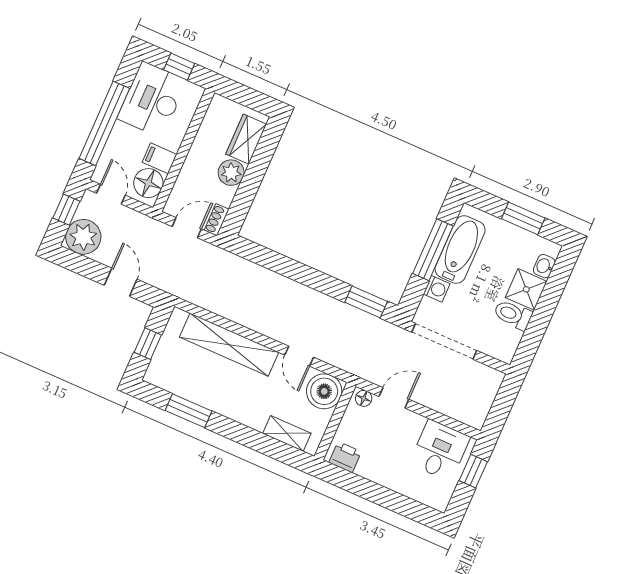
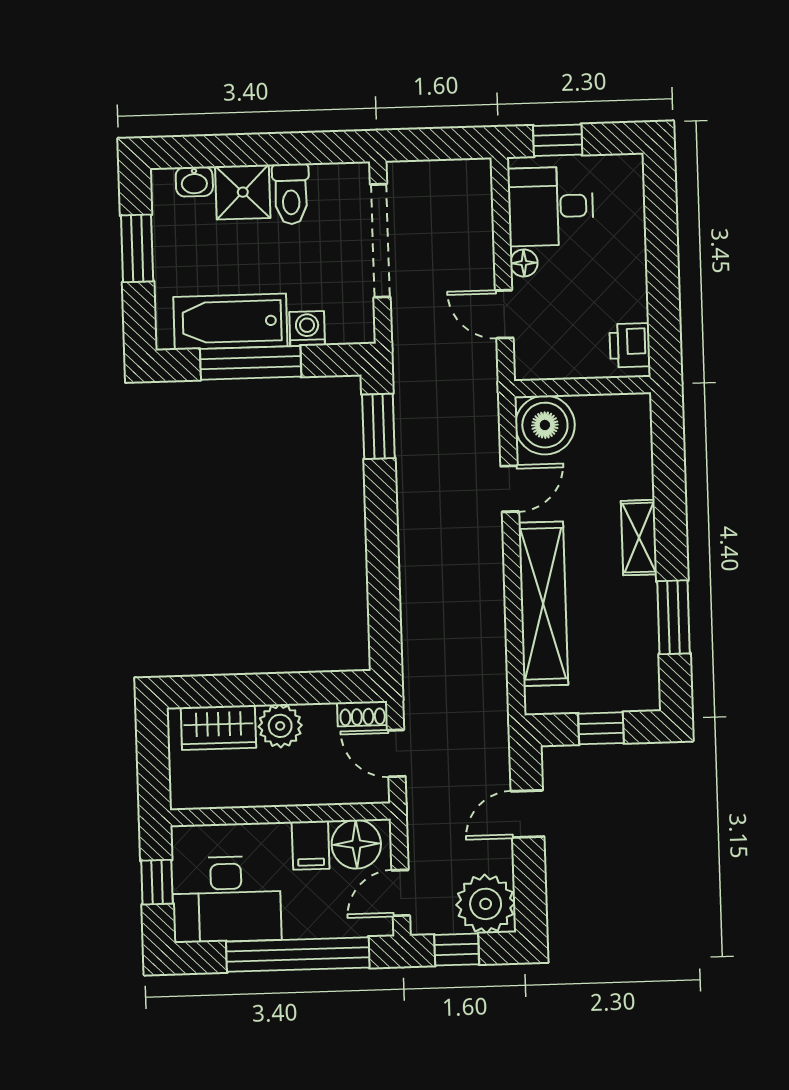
doorway: (444, 341) -> (380, 241), moved
floor lamp: (364, 398) -> (524, 263), moved
shelving: (287, 433) -> (639, 538), moved

